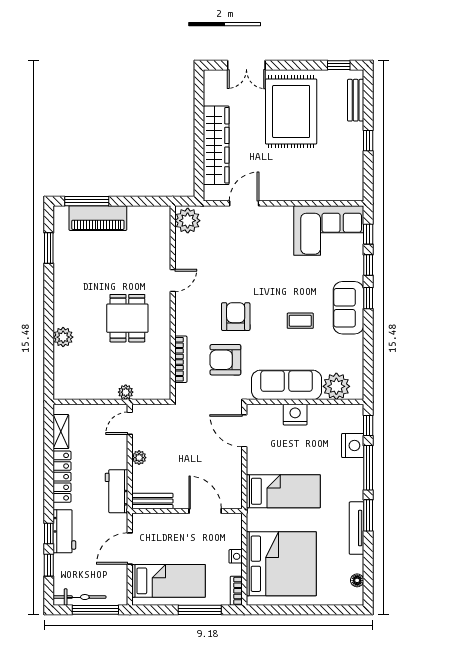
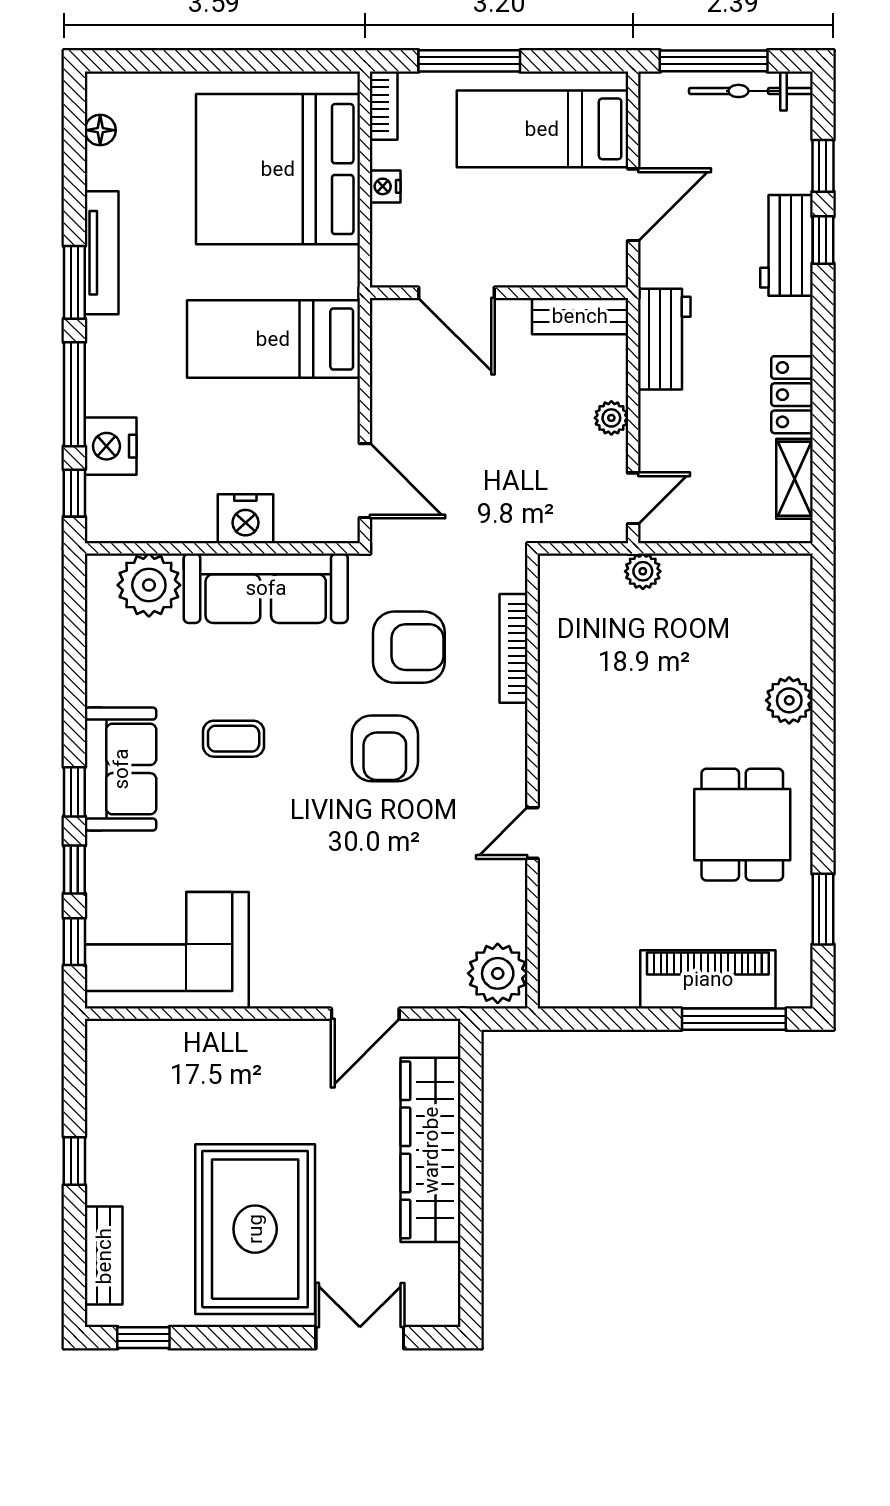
dining table: (127, 318) -> (742, 825), moved
locker: (62, 477) -> (792, 395), width x0.66

